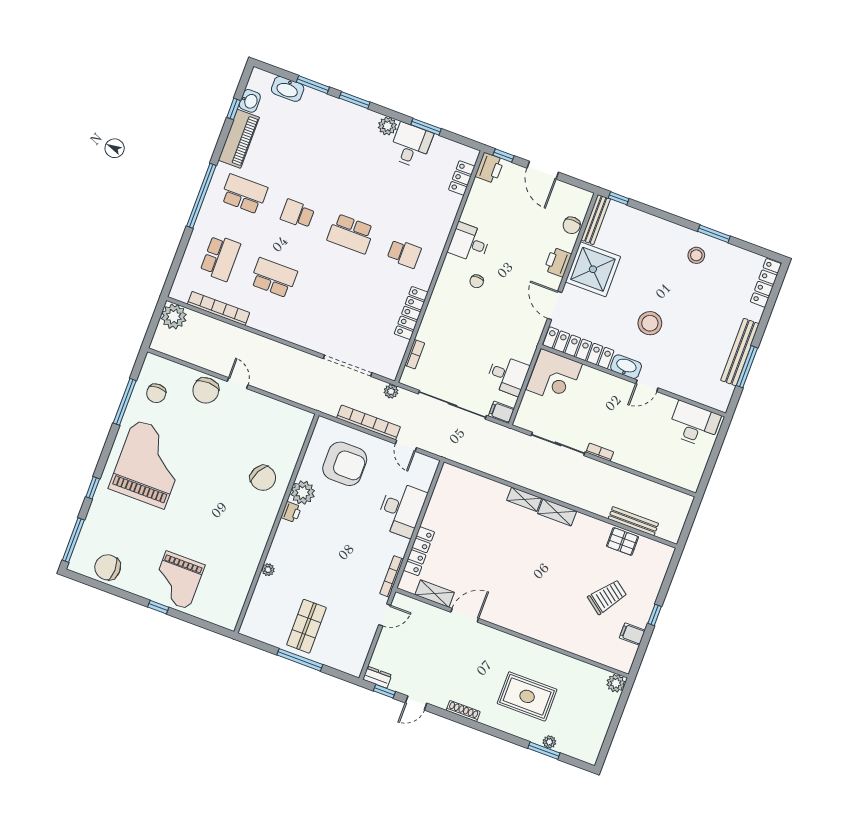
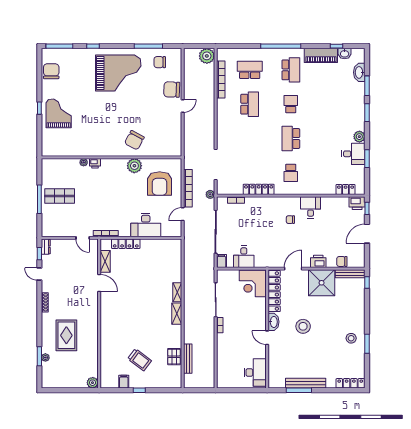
school desk: (220, 258) -> (250, 70), turned 180
printer: (291, 512) -> (95, 163), moved
grand piano: (177, 580) -> (59, 113), turned 90

